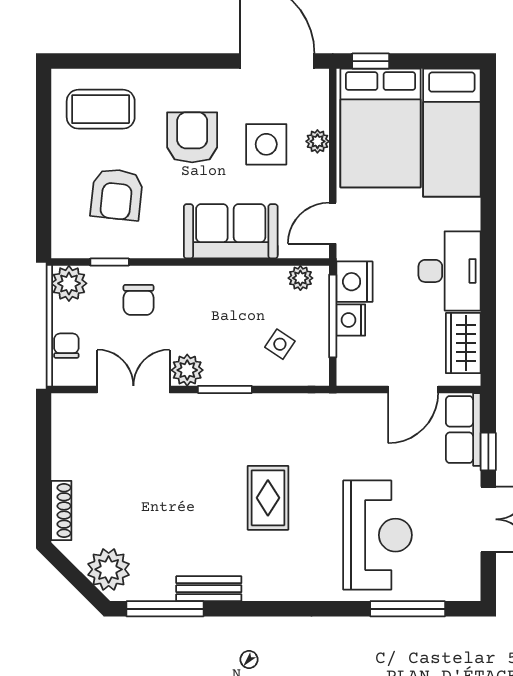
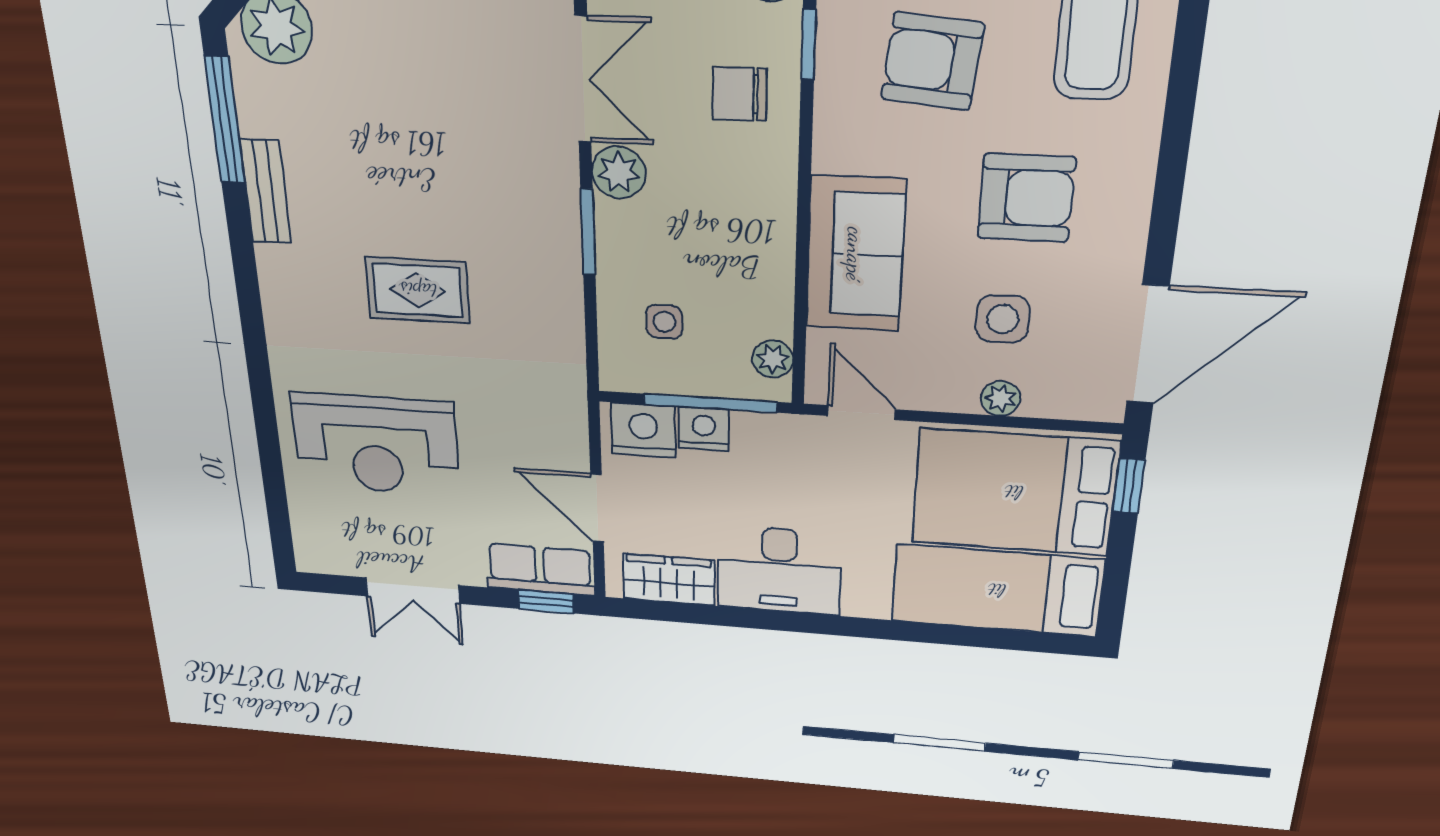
side table: (266, 144) -> (1003, 319), width x0.73, depth x0.73
nightstand: (354, 282) -> (643, 430), moved
side table: (280, 344) -> (664, 322), turned -34
window: (488, 452) -> (546, 602), moved
window: (408, 609) -> (273, 477), removed

